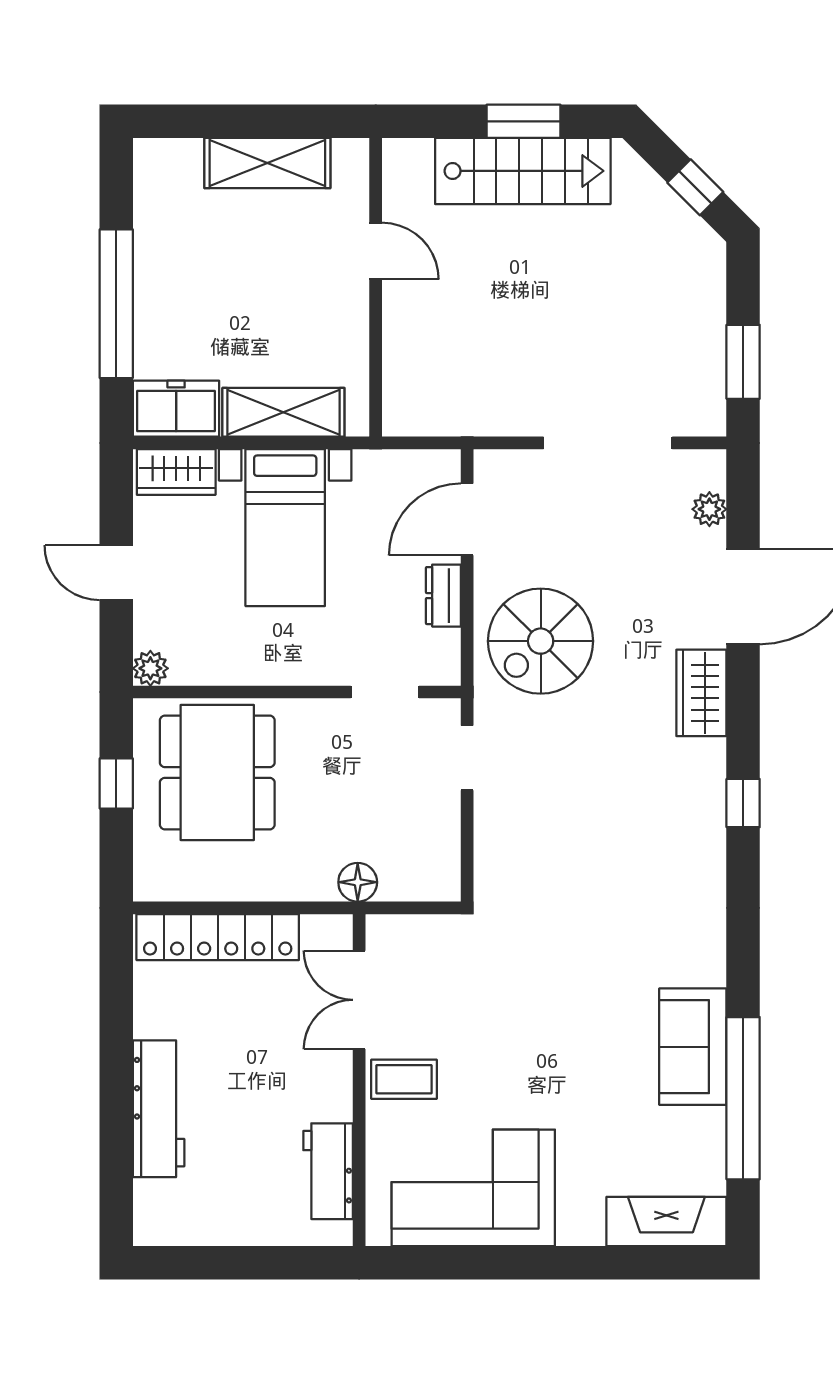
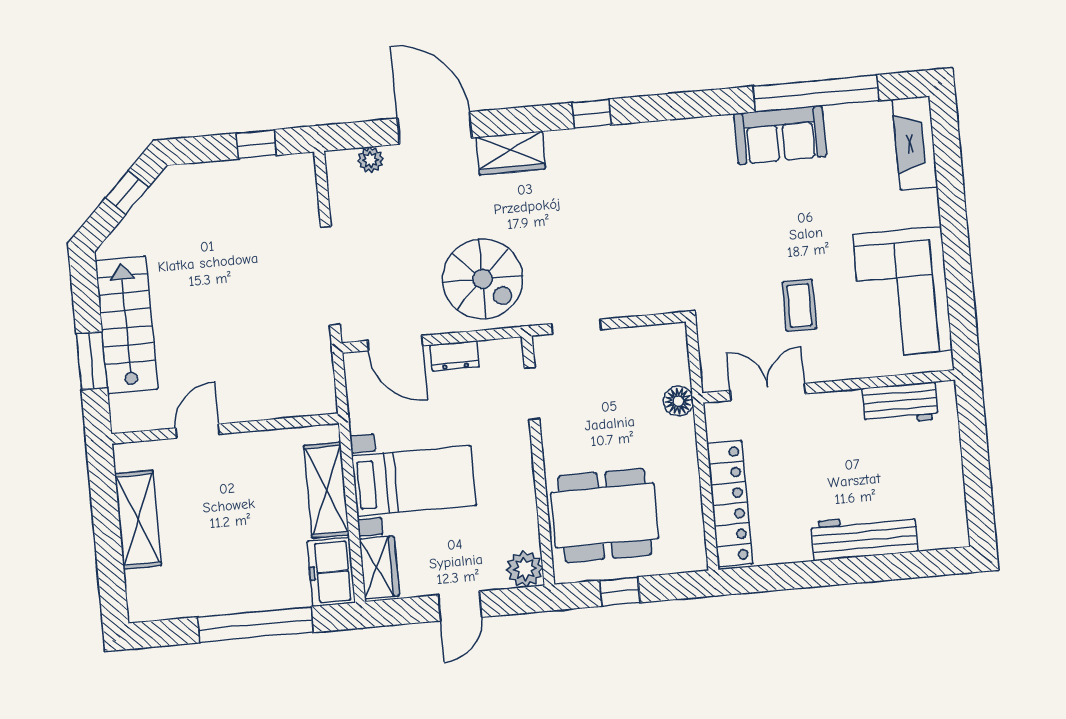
window: (523, 121) -> (92, 361), moved
window: (743, 362) -> (256, 144), width x0.67
doorway: (608, 443) -> (330, 276), moved
plant: (150, 668) -> (525, 569), width x1.38, depth x1.38
double door: (359, 1000) -> (768, 392), swing flipped
coffee table: (404, 1079) -> (799, 305), moved

